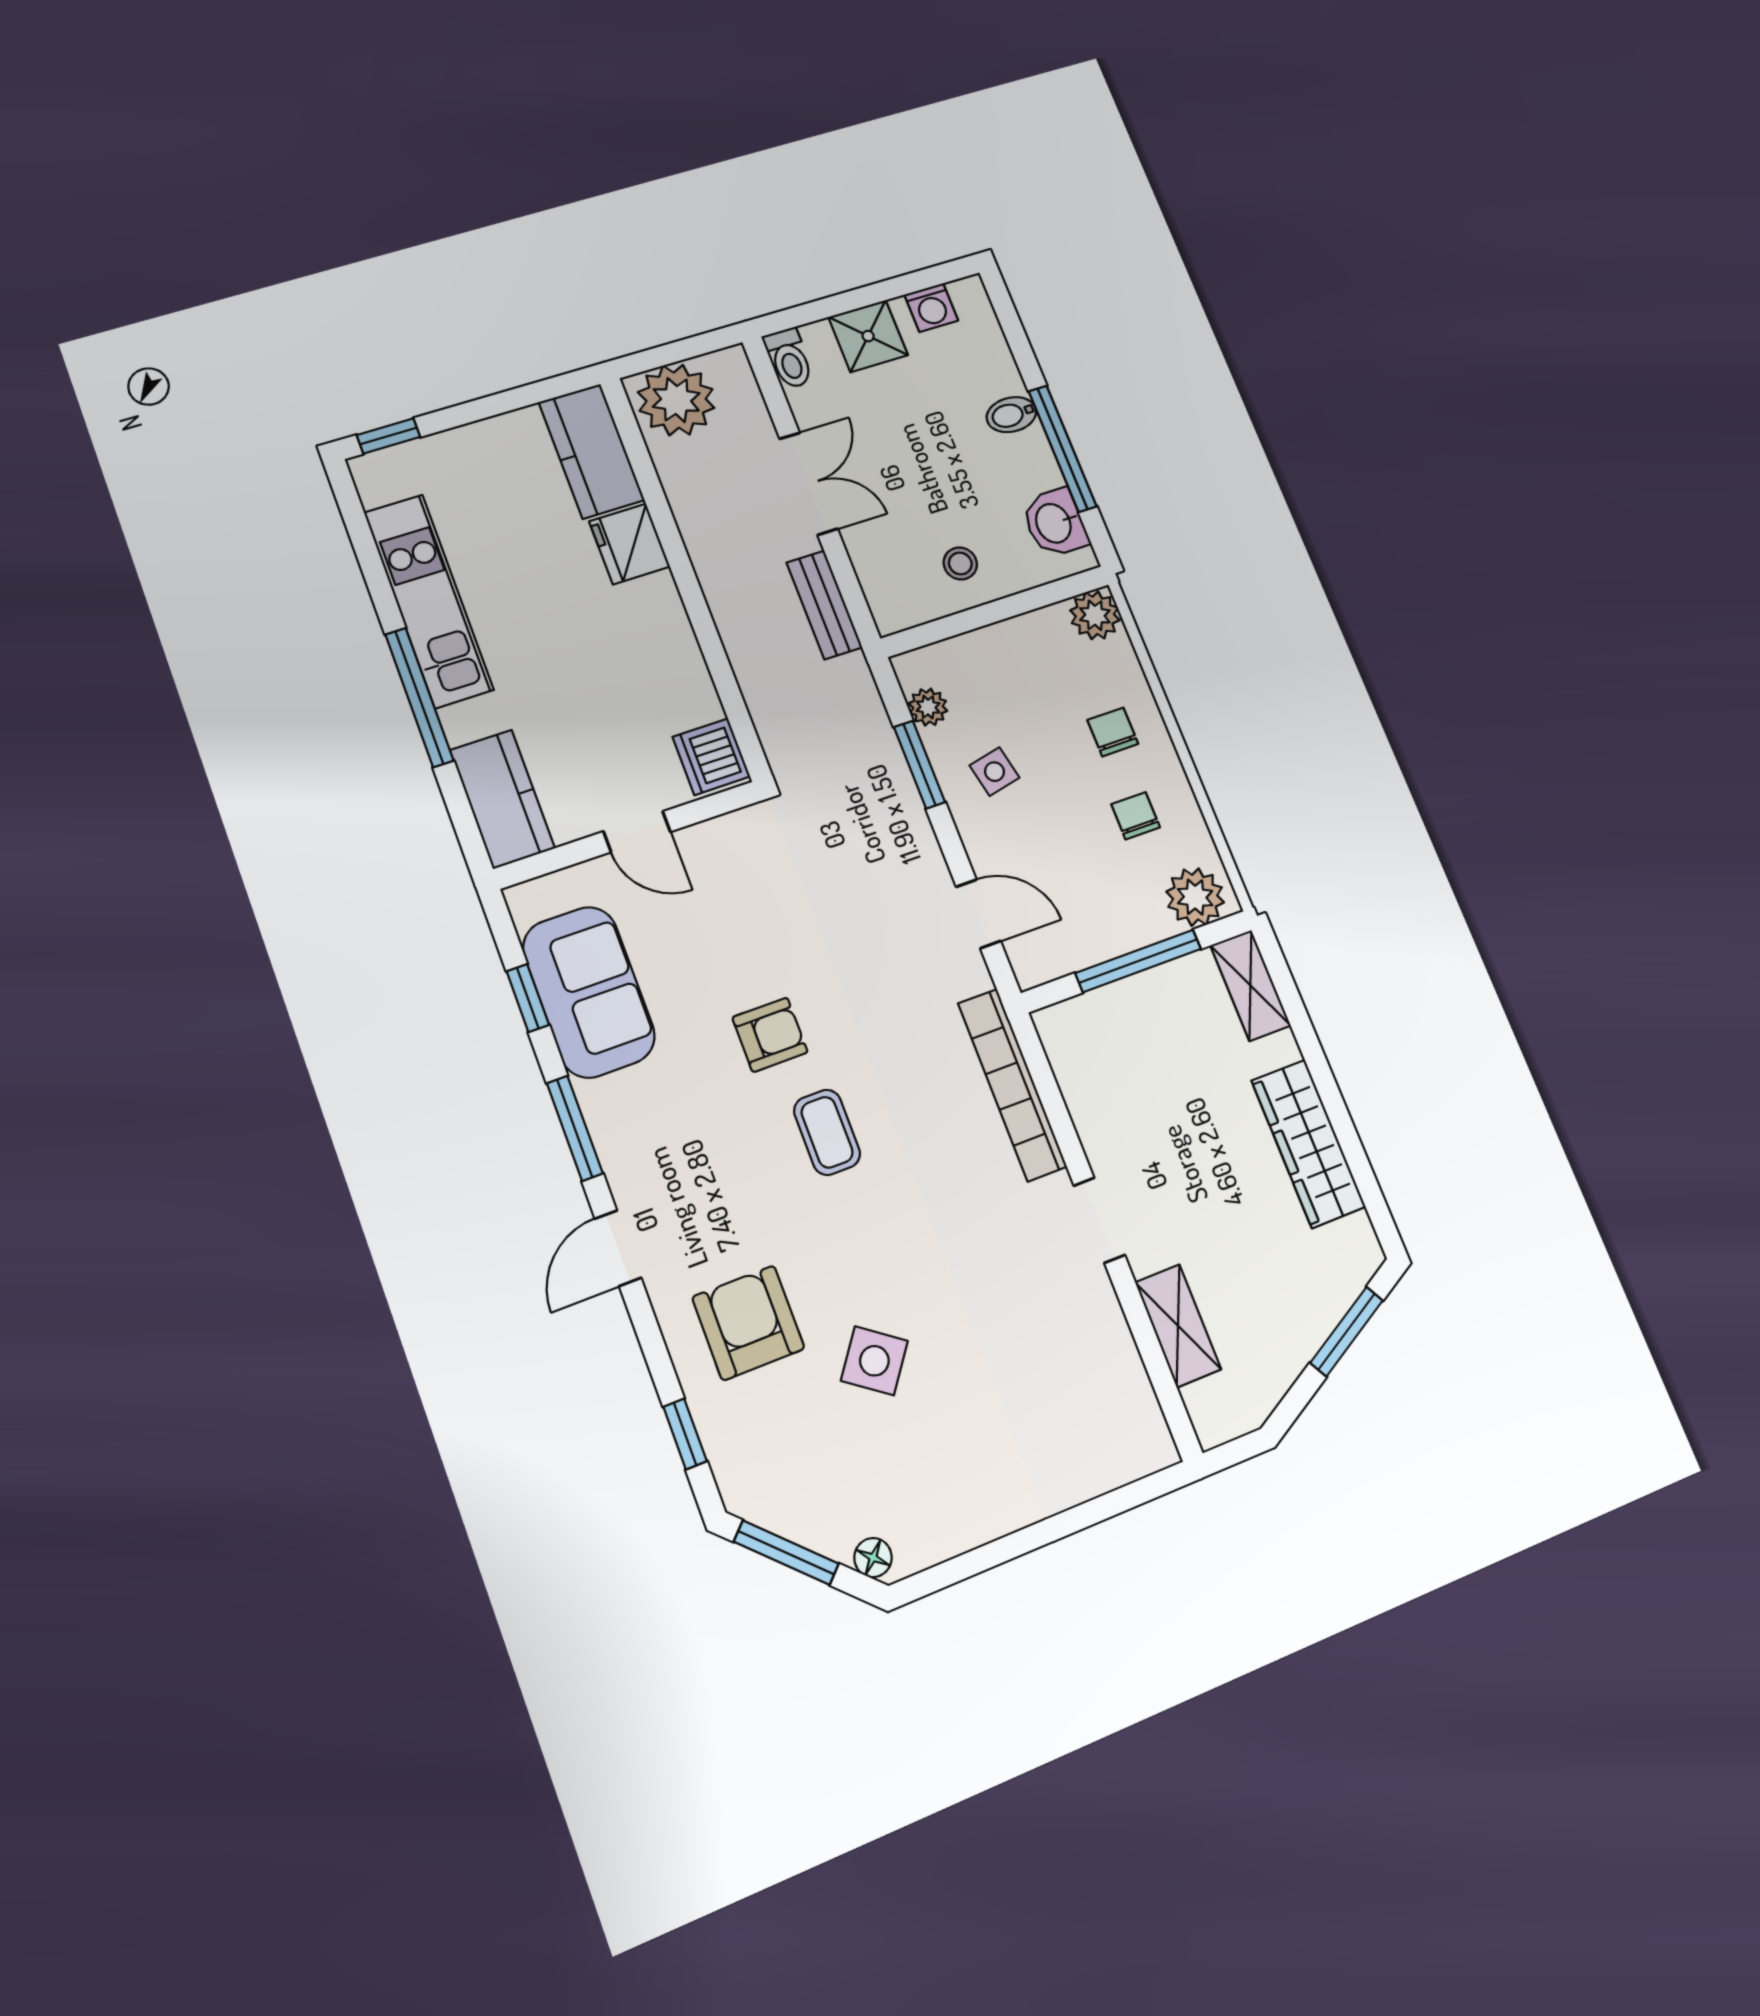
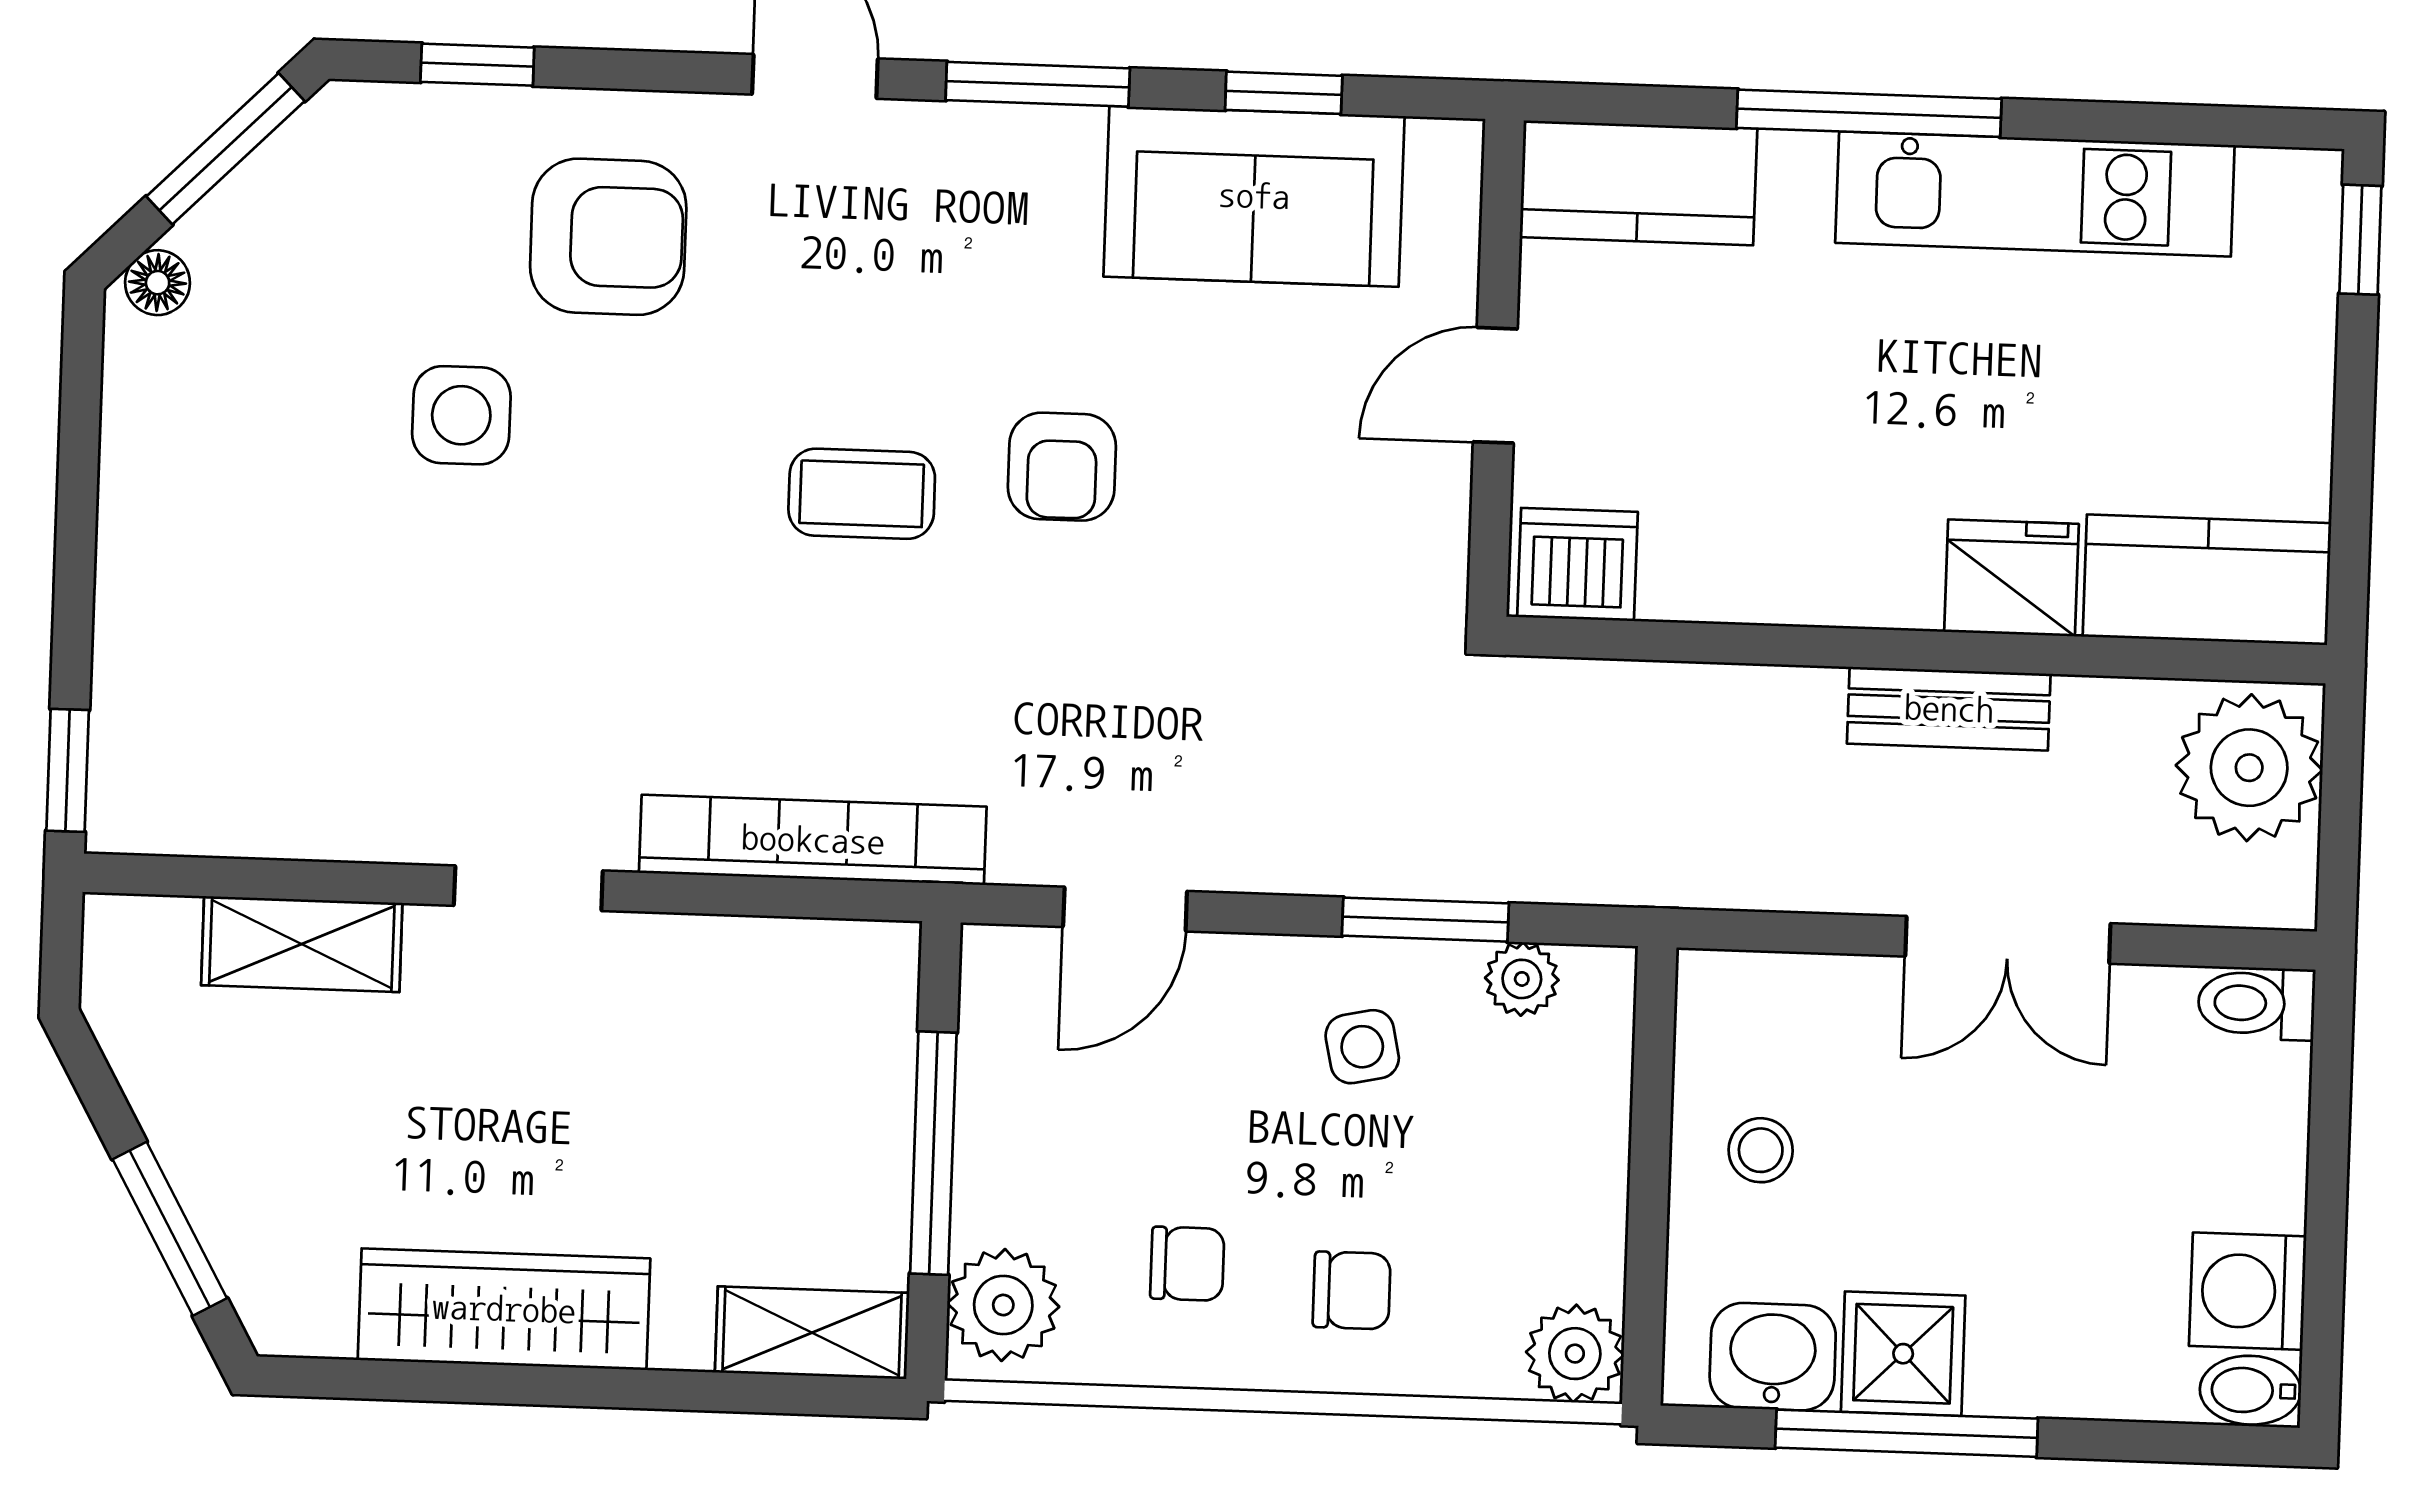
washing machine: (931, 308) -> (2248, 1291), width x1.38, depth x1.38
shower: (868, 336) -> (1903, 1354), moved
bidet: (1011, 415) -> (2250, 1390), moved, turned -90
bench: (824, 605) -> (1949, 709), moved
side table: (874, 1361) -> (461, 415), turned -36
window: (1145, 1490) -> (68, 770), added

